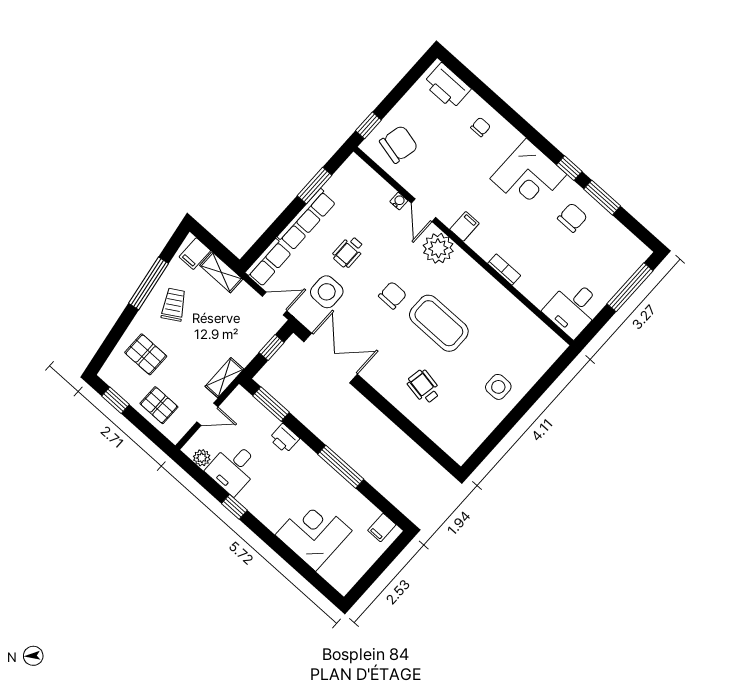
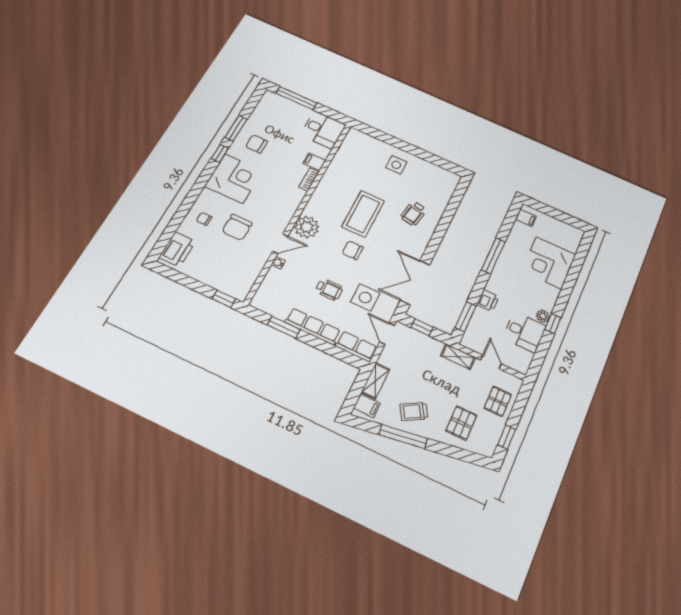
chair: (399, 144) -> (237, 227), moved, turned -103
filing cabinet: (464, 226) -> (314, 162), moved
plant: (202, 458) -> (543, 316), moved

